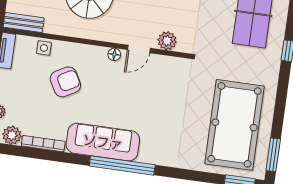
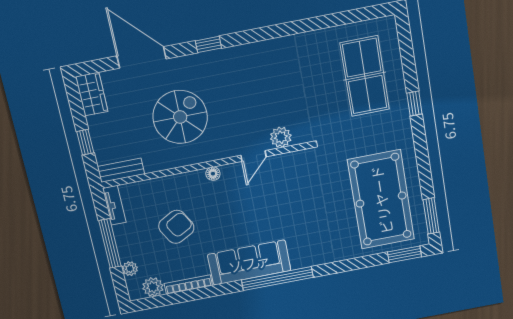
side table: (44, 48) -> (152, 189), removed
floor lamp: (114, 54) -> (213, 174), moved
armchair: (65, 82) -> (176, 227), moved

